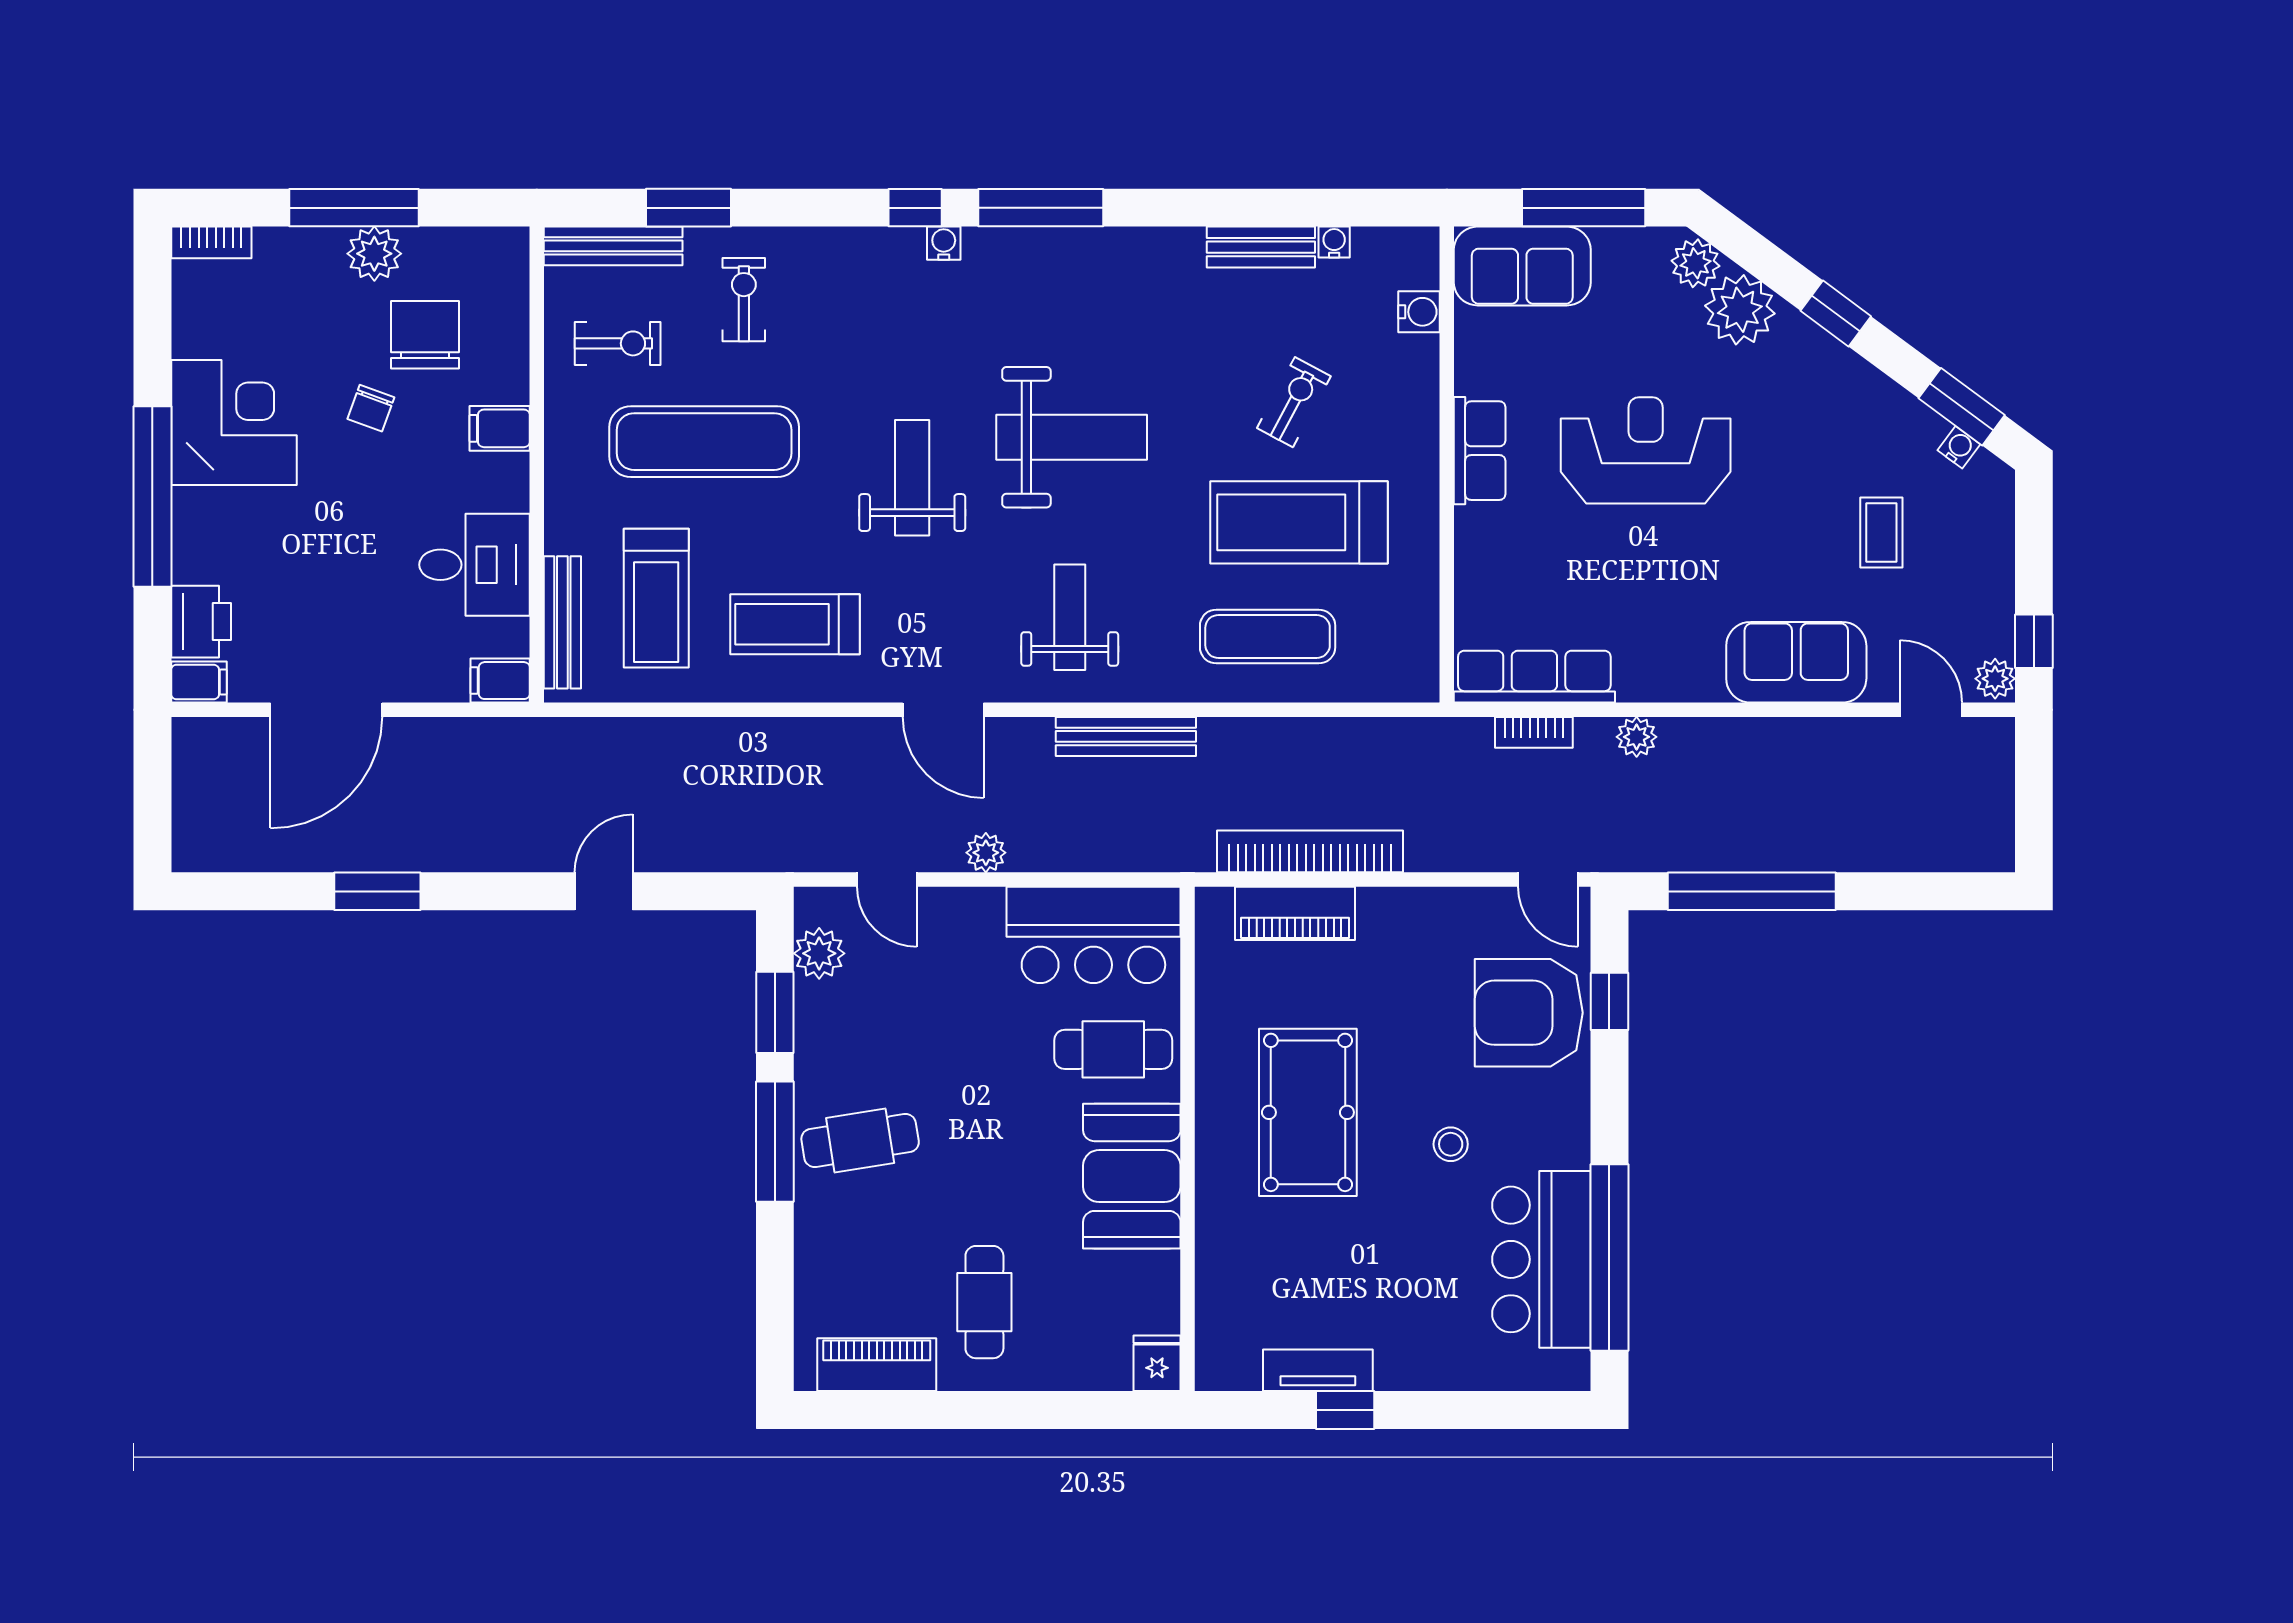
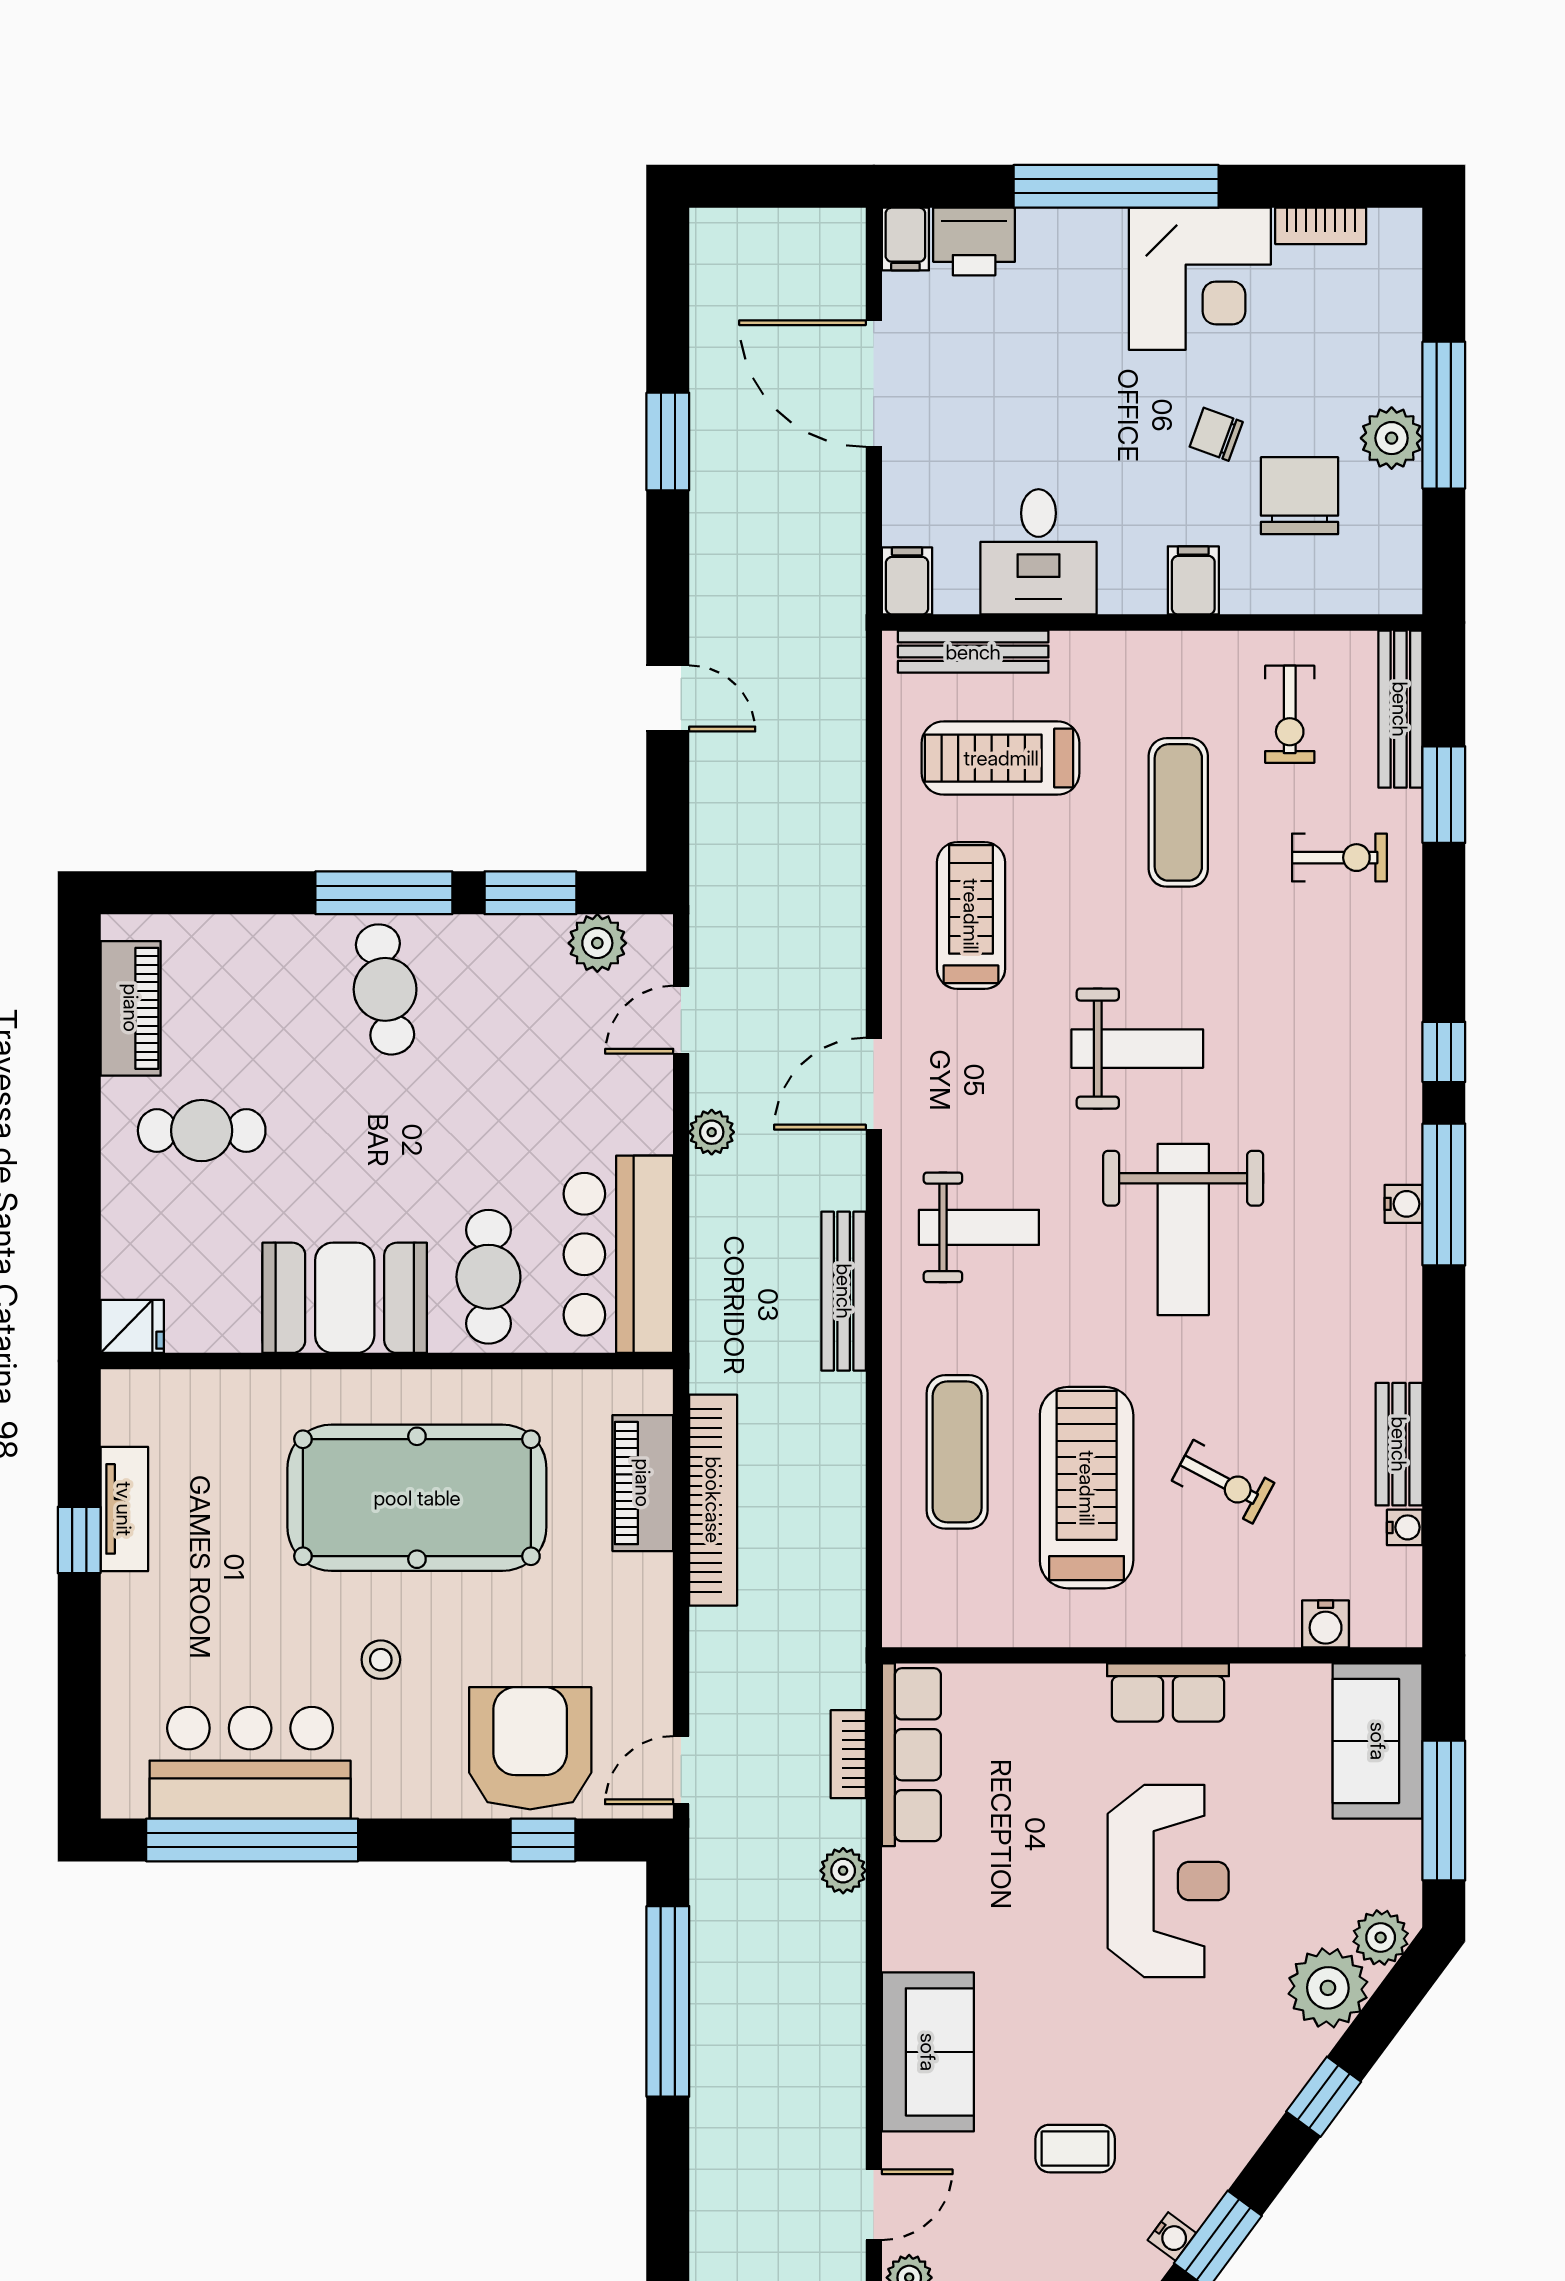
bookcase: (211, 242) -> (1321, 226), moved, turned -90
water cooler: (944, 243) -> (1403, 1204), moved
chair: (425, 335) -> (1299, 496), turned -90
exercise mat: (704, 442) -> (1178, 812), width x0.73, depth x0.69
pool table: (1308, 1112) -> (417, 1498), width x1.36, depth x1.32

